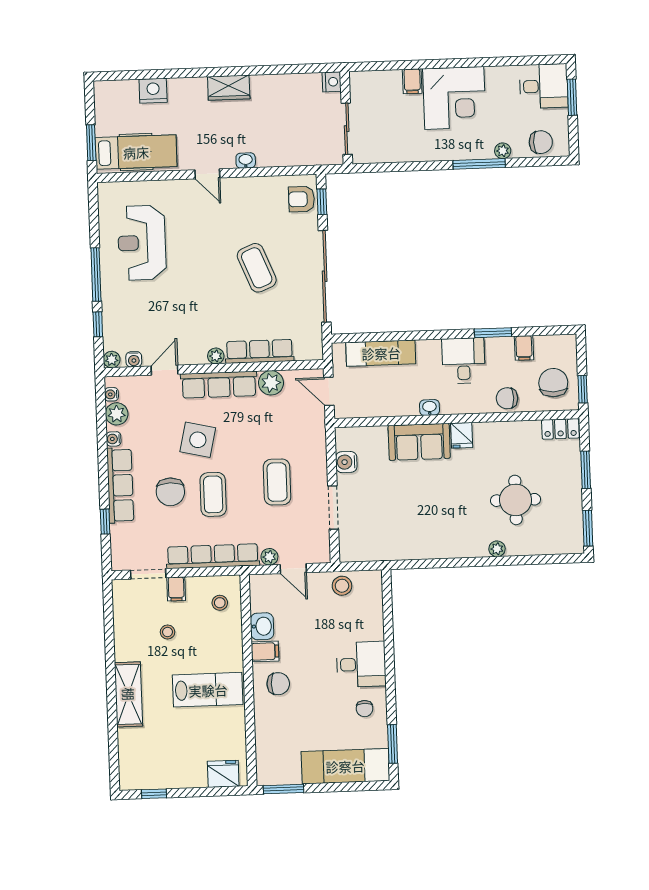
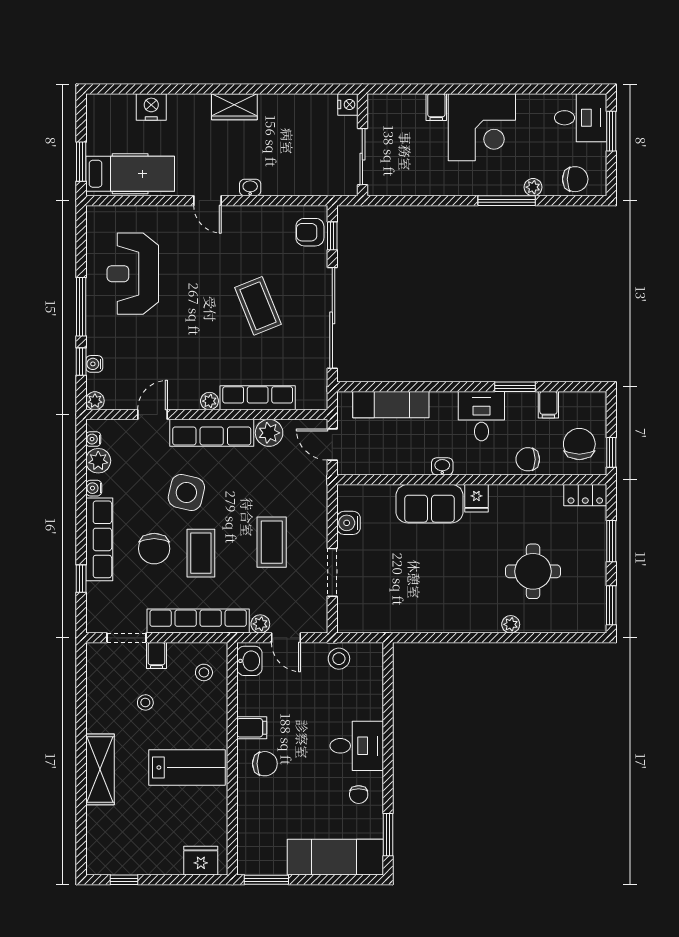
water cooler: (134, 359) -> (94, 364), moved, turned 90
washbasin: (262, 626) -> (249, 661), moved

